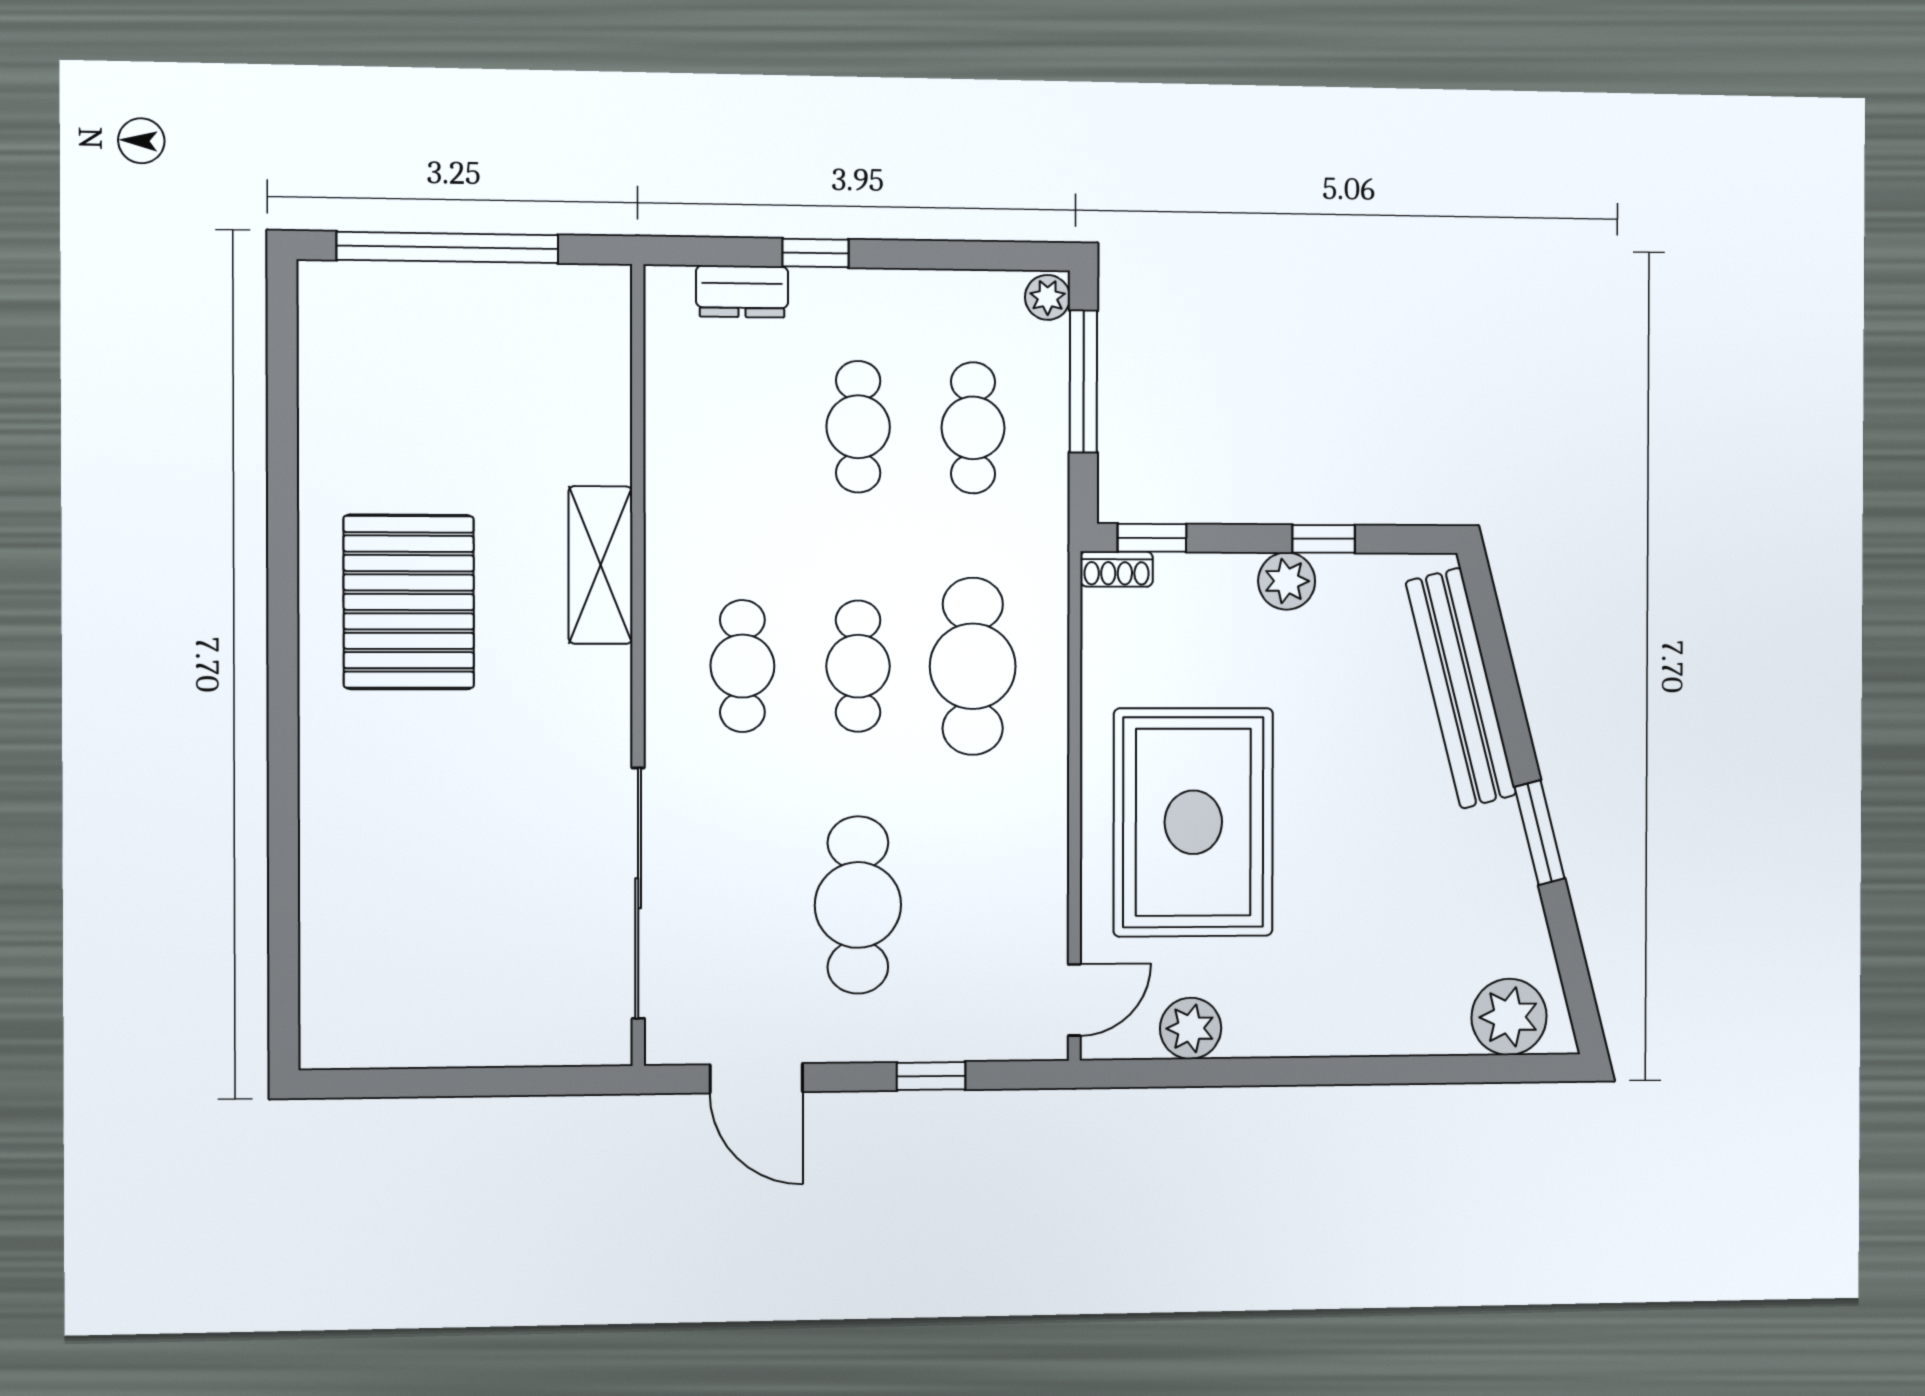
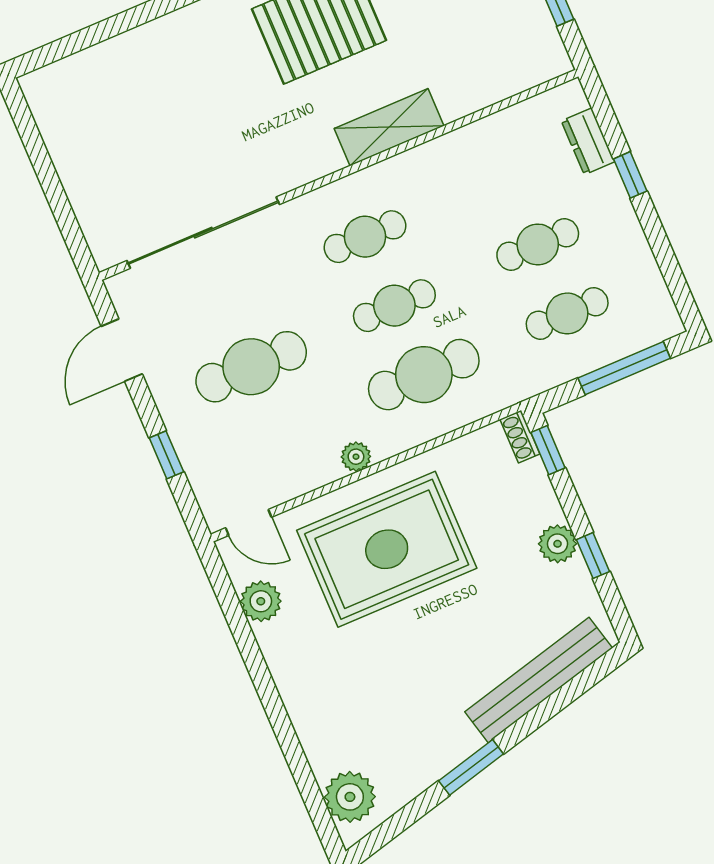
plant: (1048, 297) -> (356, 457), moved

